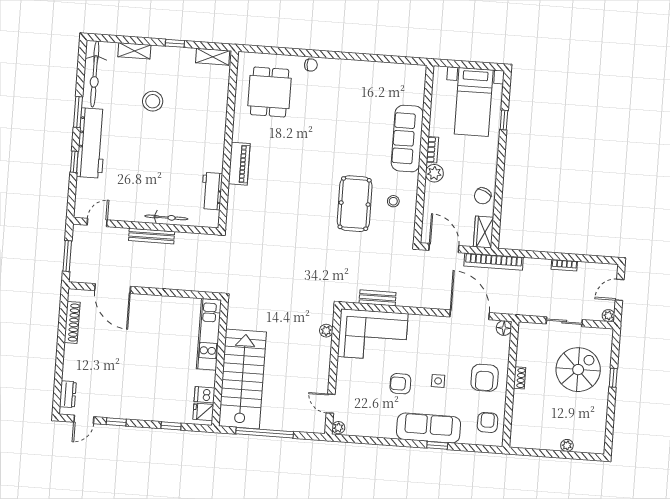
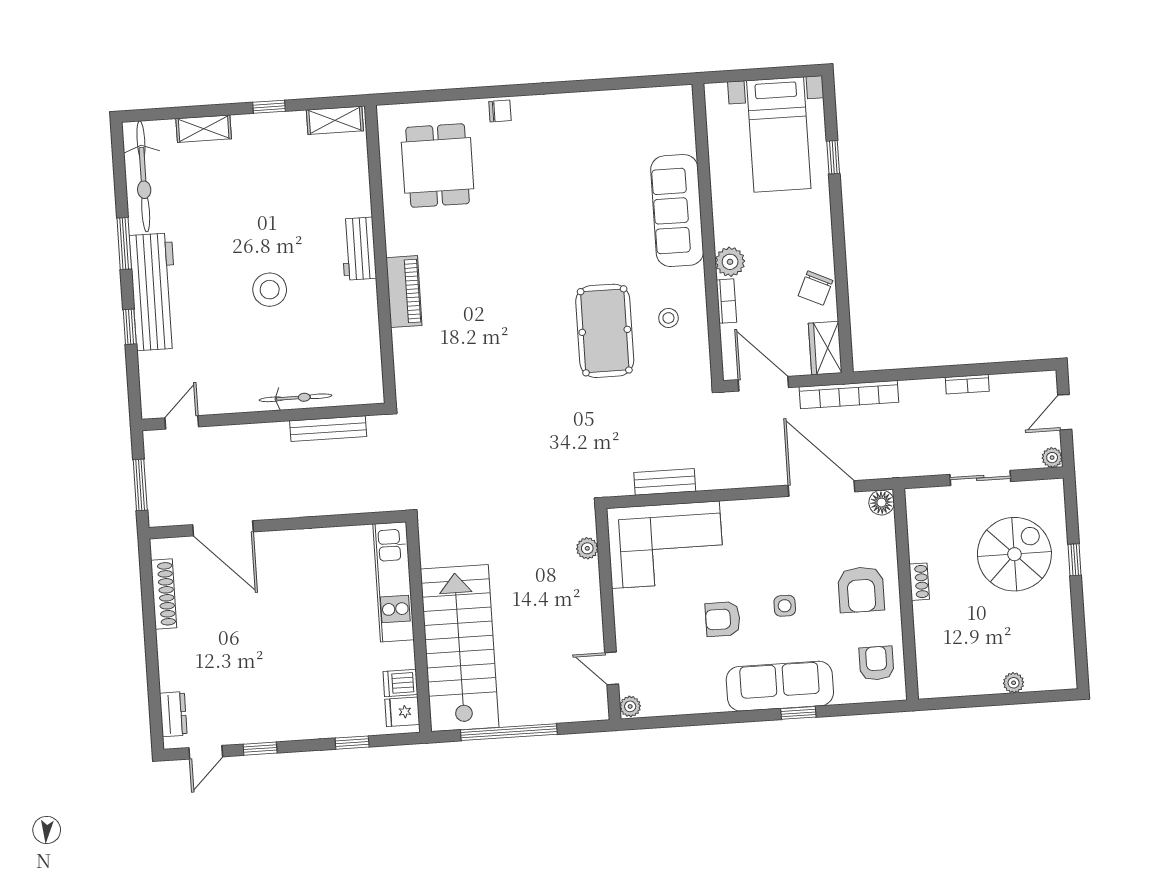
stool: (153, 101) -> (270, 290), moved
bookcase: (432, 150) -> (726, 301), moved
workbench: (212, 191) -> (359, 249), moved
bench: (152, 236) -> (328, 429), moved

